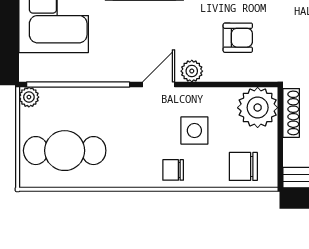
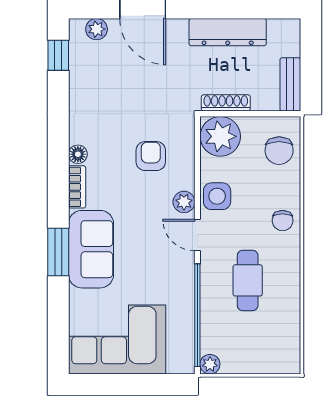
side table: (194, 131) -> (217, 196), moved
cafe table: (65, 151) -> (248, 280), moved, width x0.73, depth x0.74

